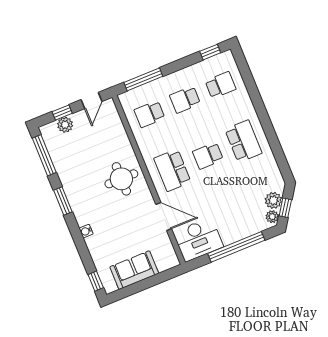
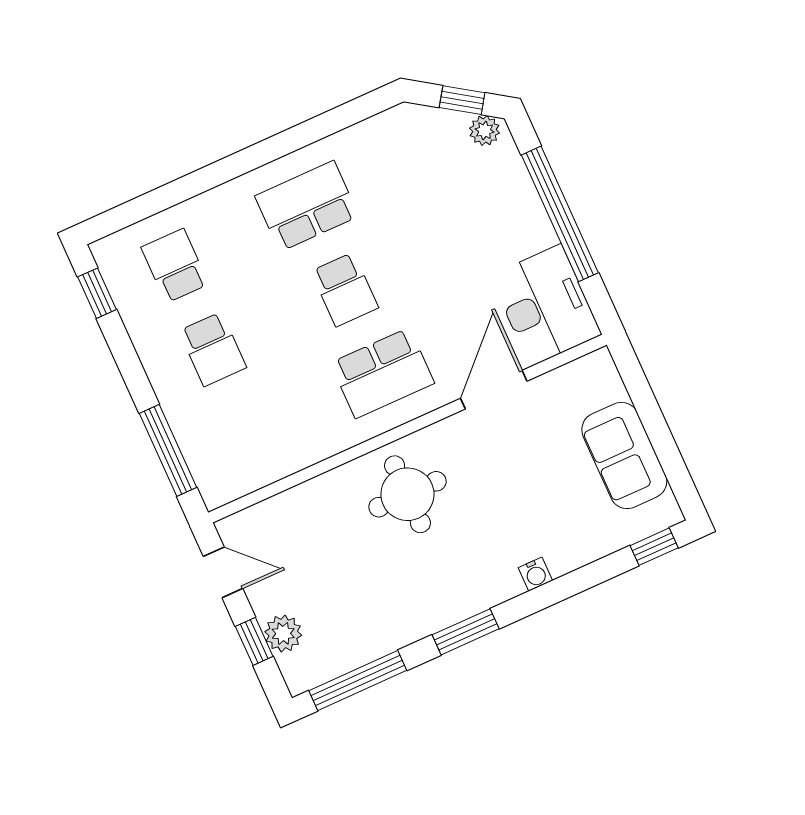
school desk: (150, 114) -> (250, 433), removed
plant: (273, 200) -> (446, 129), removed

